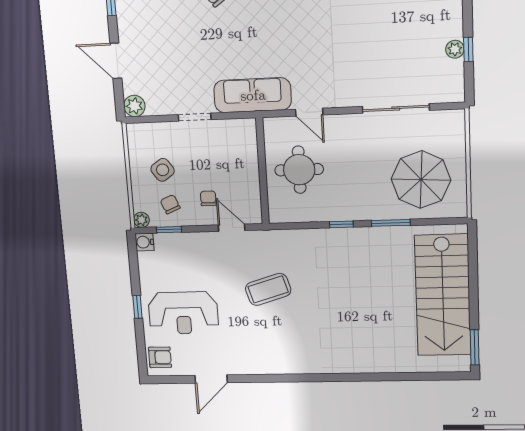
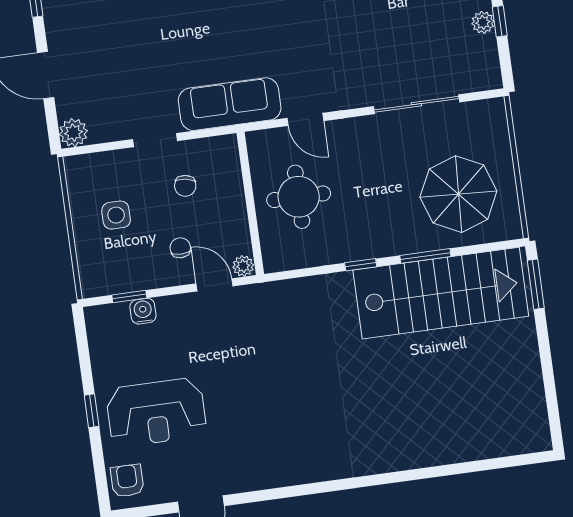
side table: (163, 170) -> (116, 215), turned 35
chair: (170, 204) -> (185, 186), moved, turned -147
plant: (141, 220) -> (243, 266), moved
water cooler: (145, 242) -> (143, 311), moved, turned 90
coffee table: (268, 289) -> (270, 365), removed
stairs: (443, 295) -> (441, 293), moved, turned -90
window: (475, 347) -> (536, 284), moved
armchair: (160, 357) -> (127, 481), turned -90

